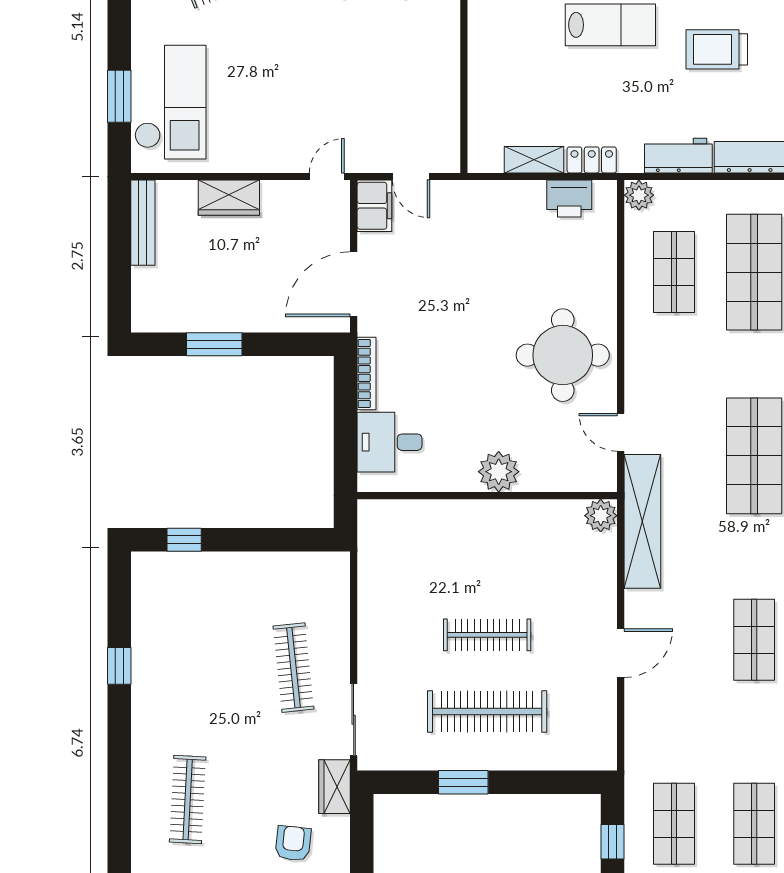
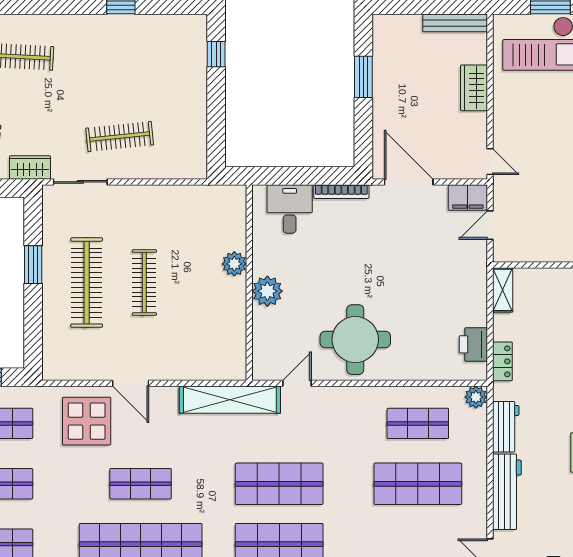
shelving: (534, 160) -> (503, 290), moved
plant: (601, 516) -> (234, 264), moved
display table: (671, 712) -> (87, 421), added

